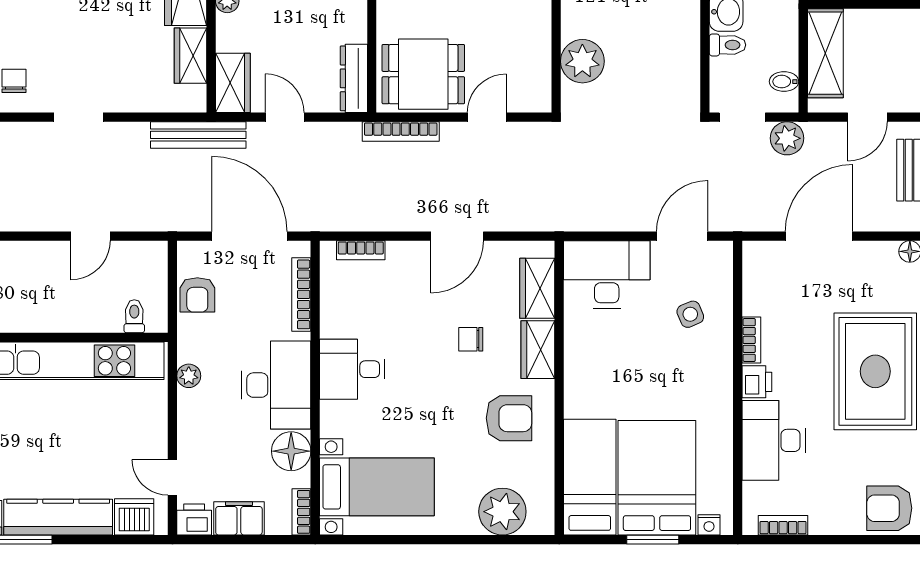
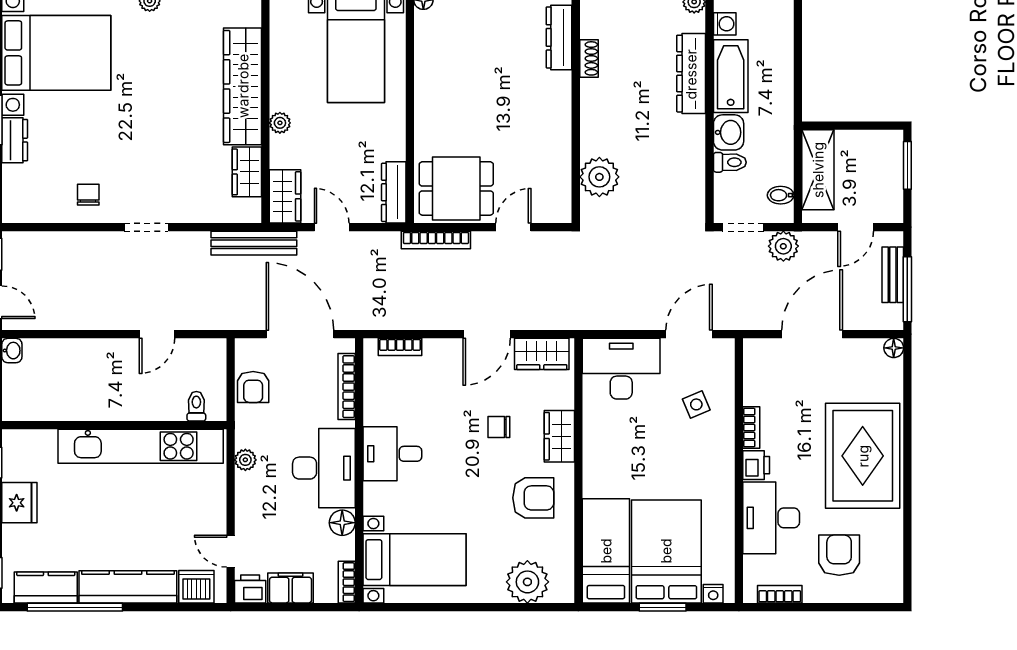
wardrobe: (537, 288) -> (542, 354), moved, turned -90
floor lamp: (291, 451) -> (342, 523), width x0.73, depth x0.73
armchair: (889, 508) -> (839, 555), moved, turned 90

